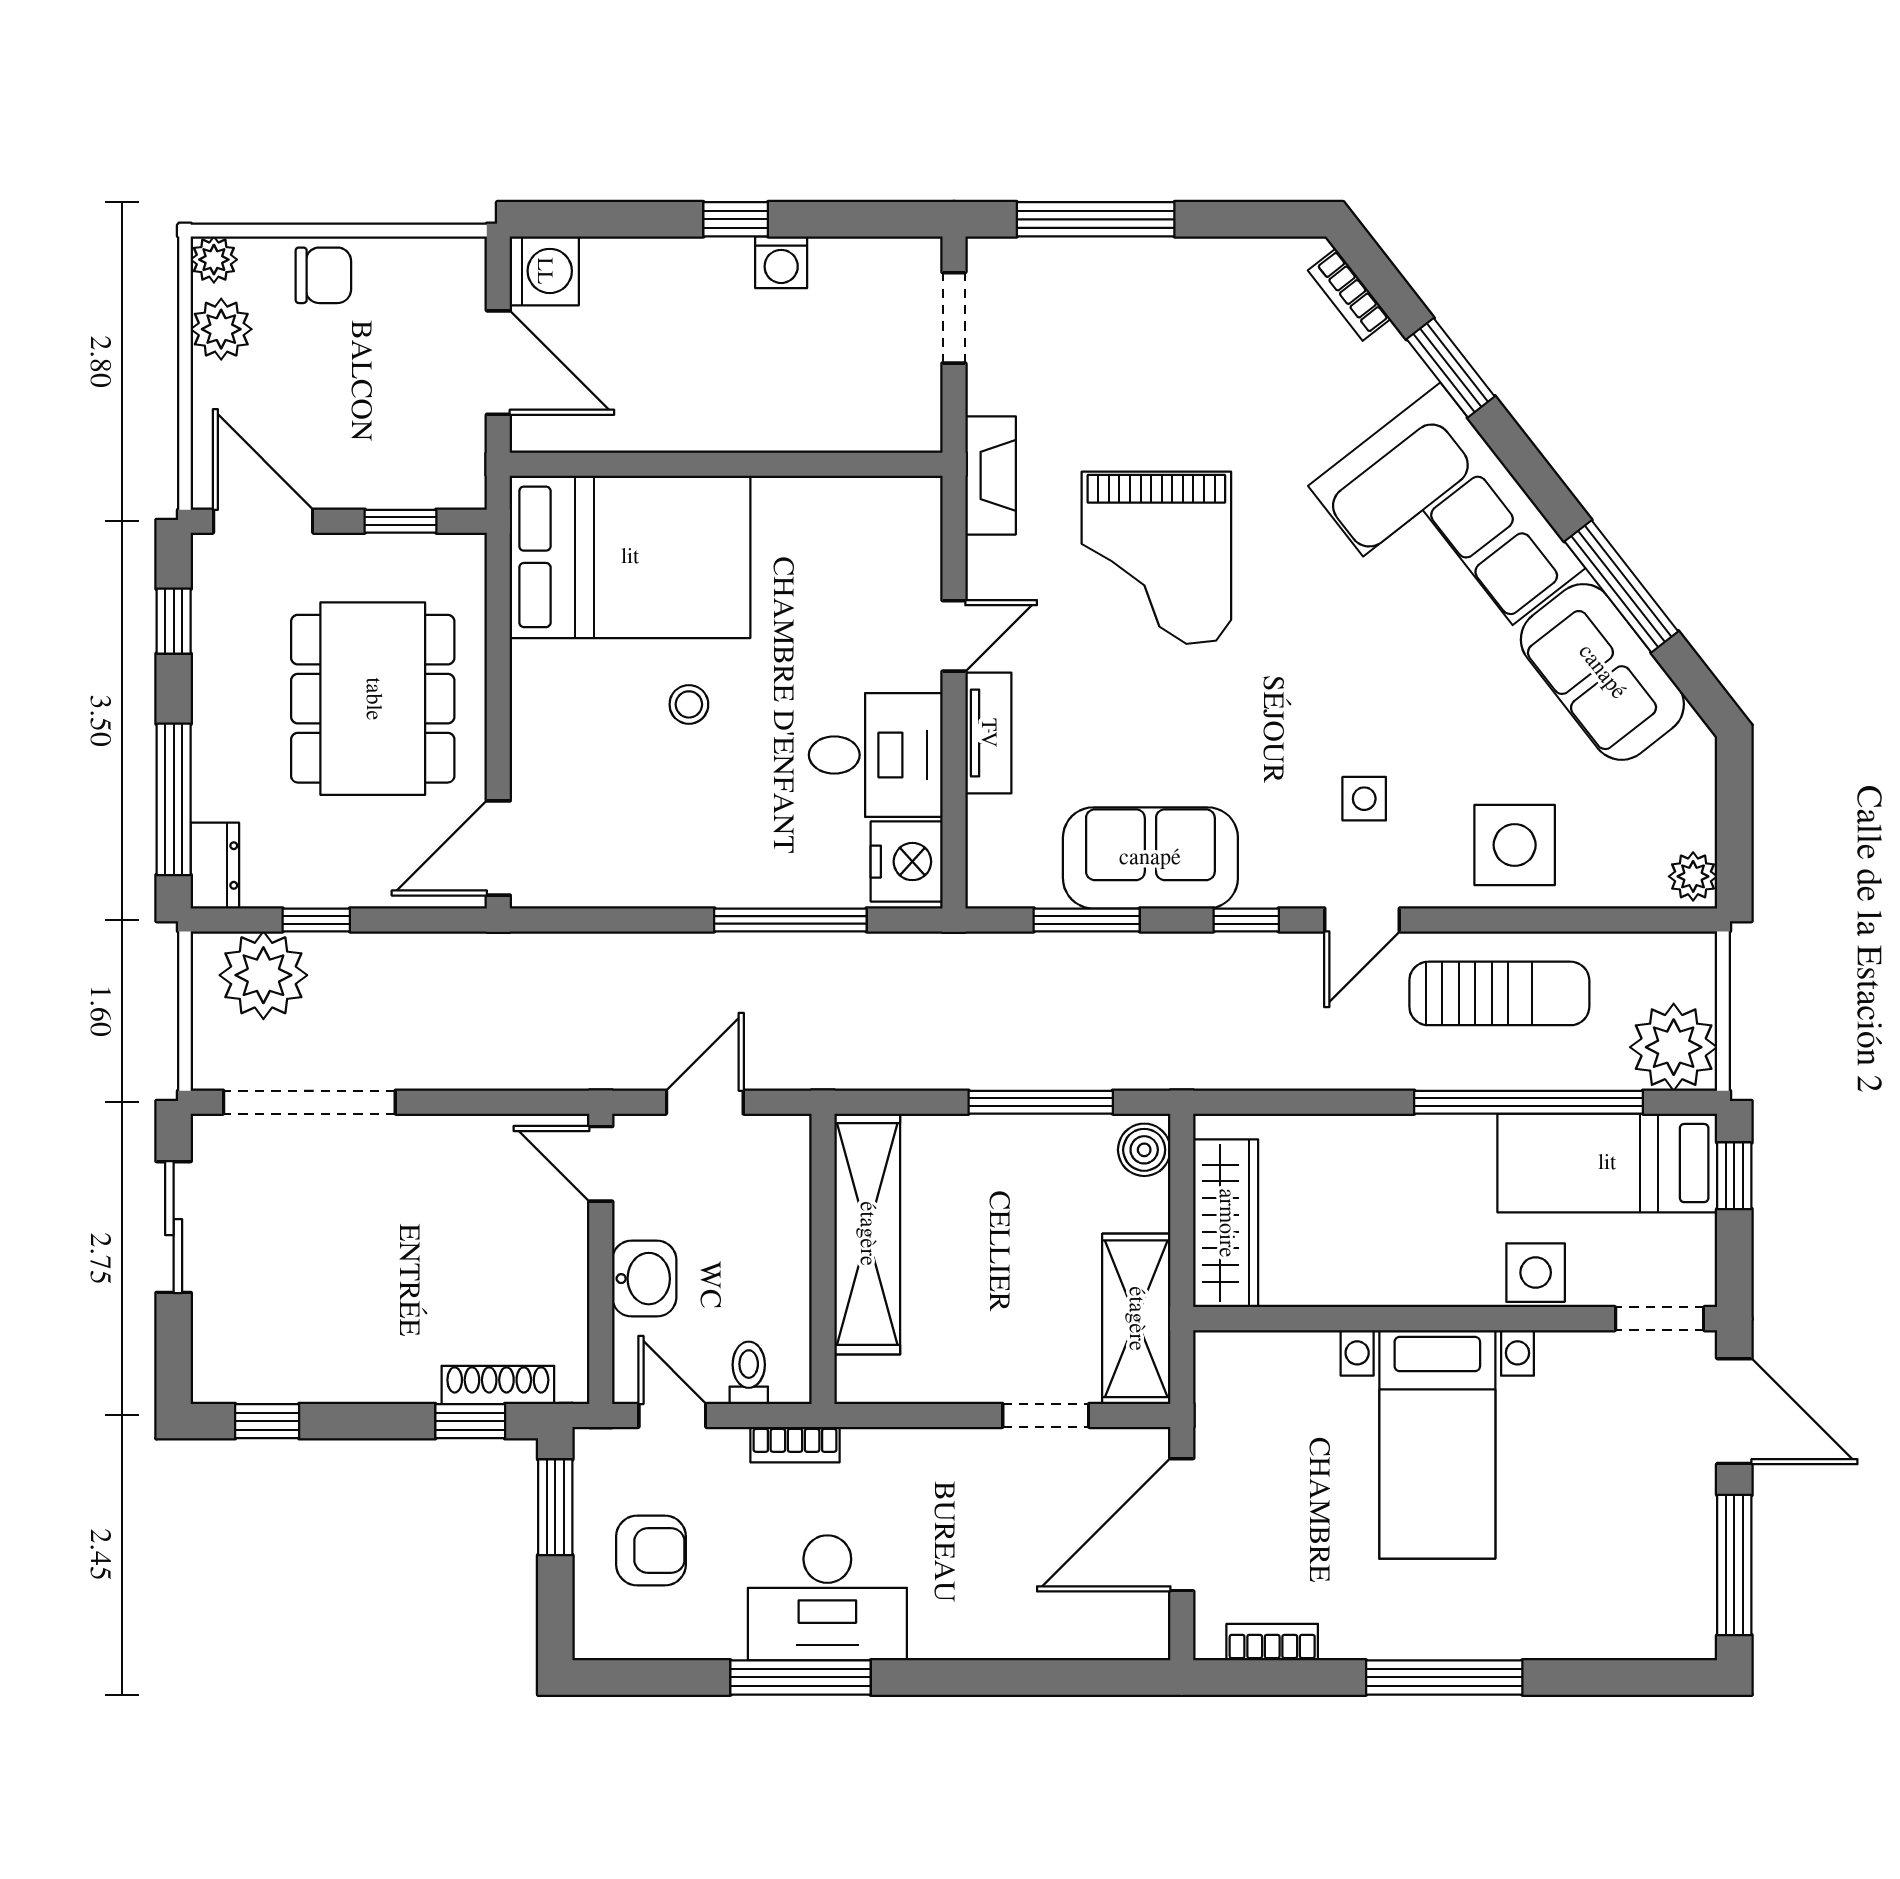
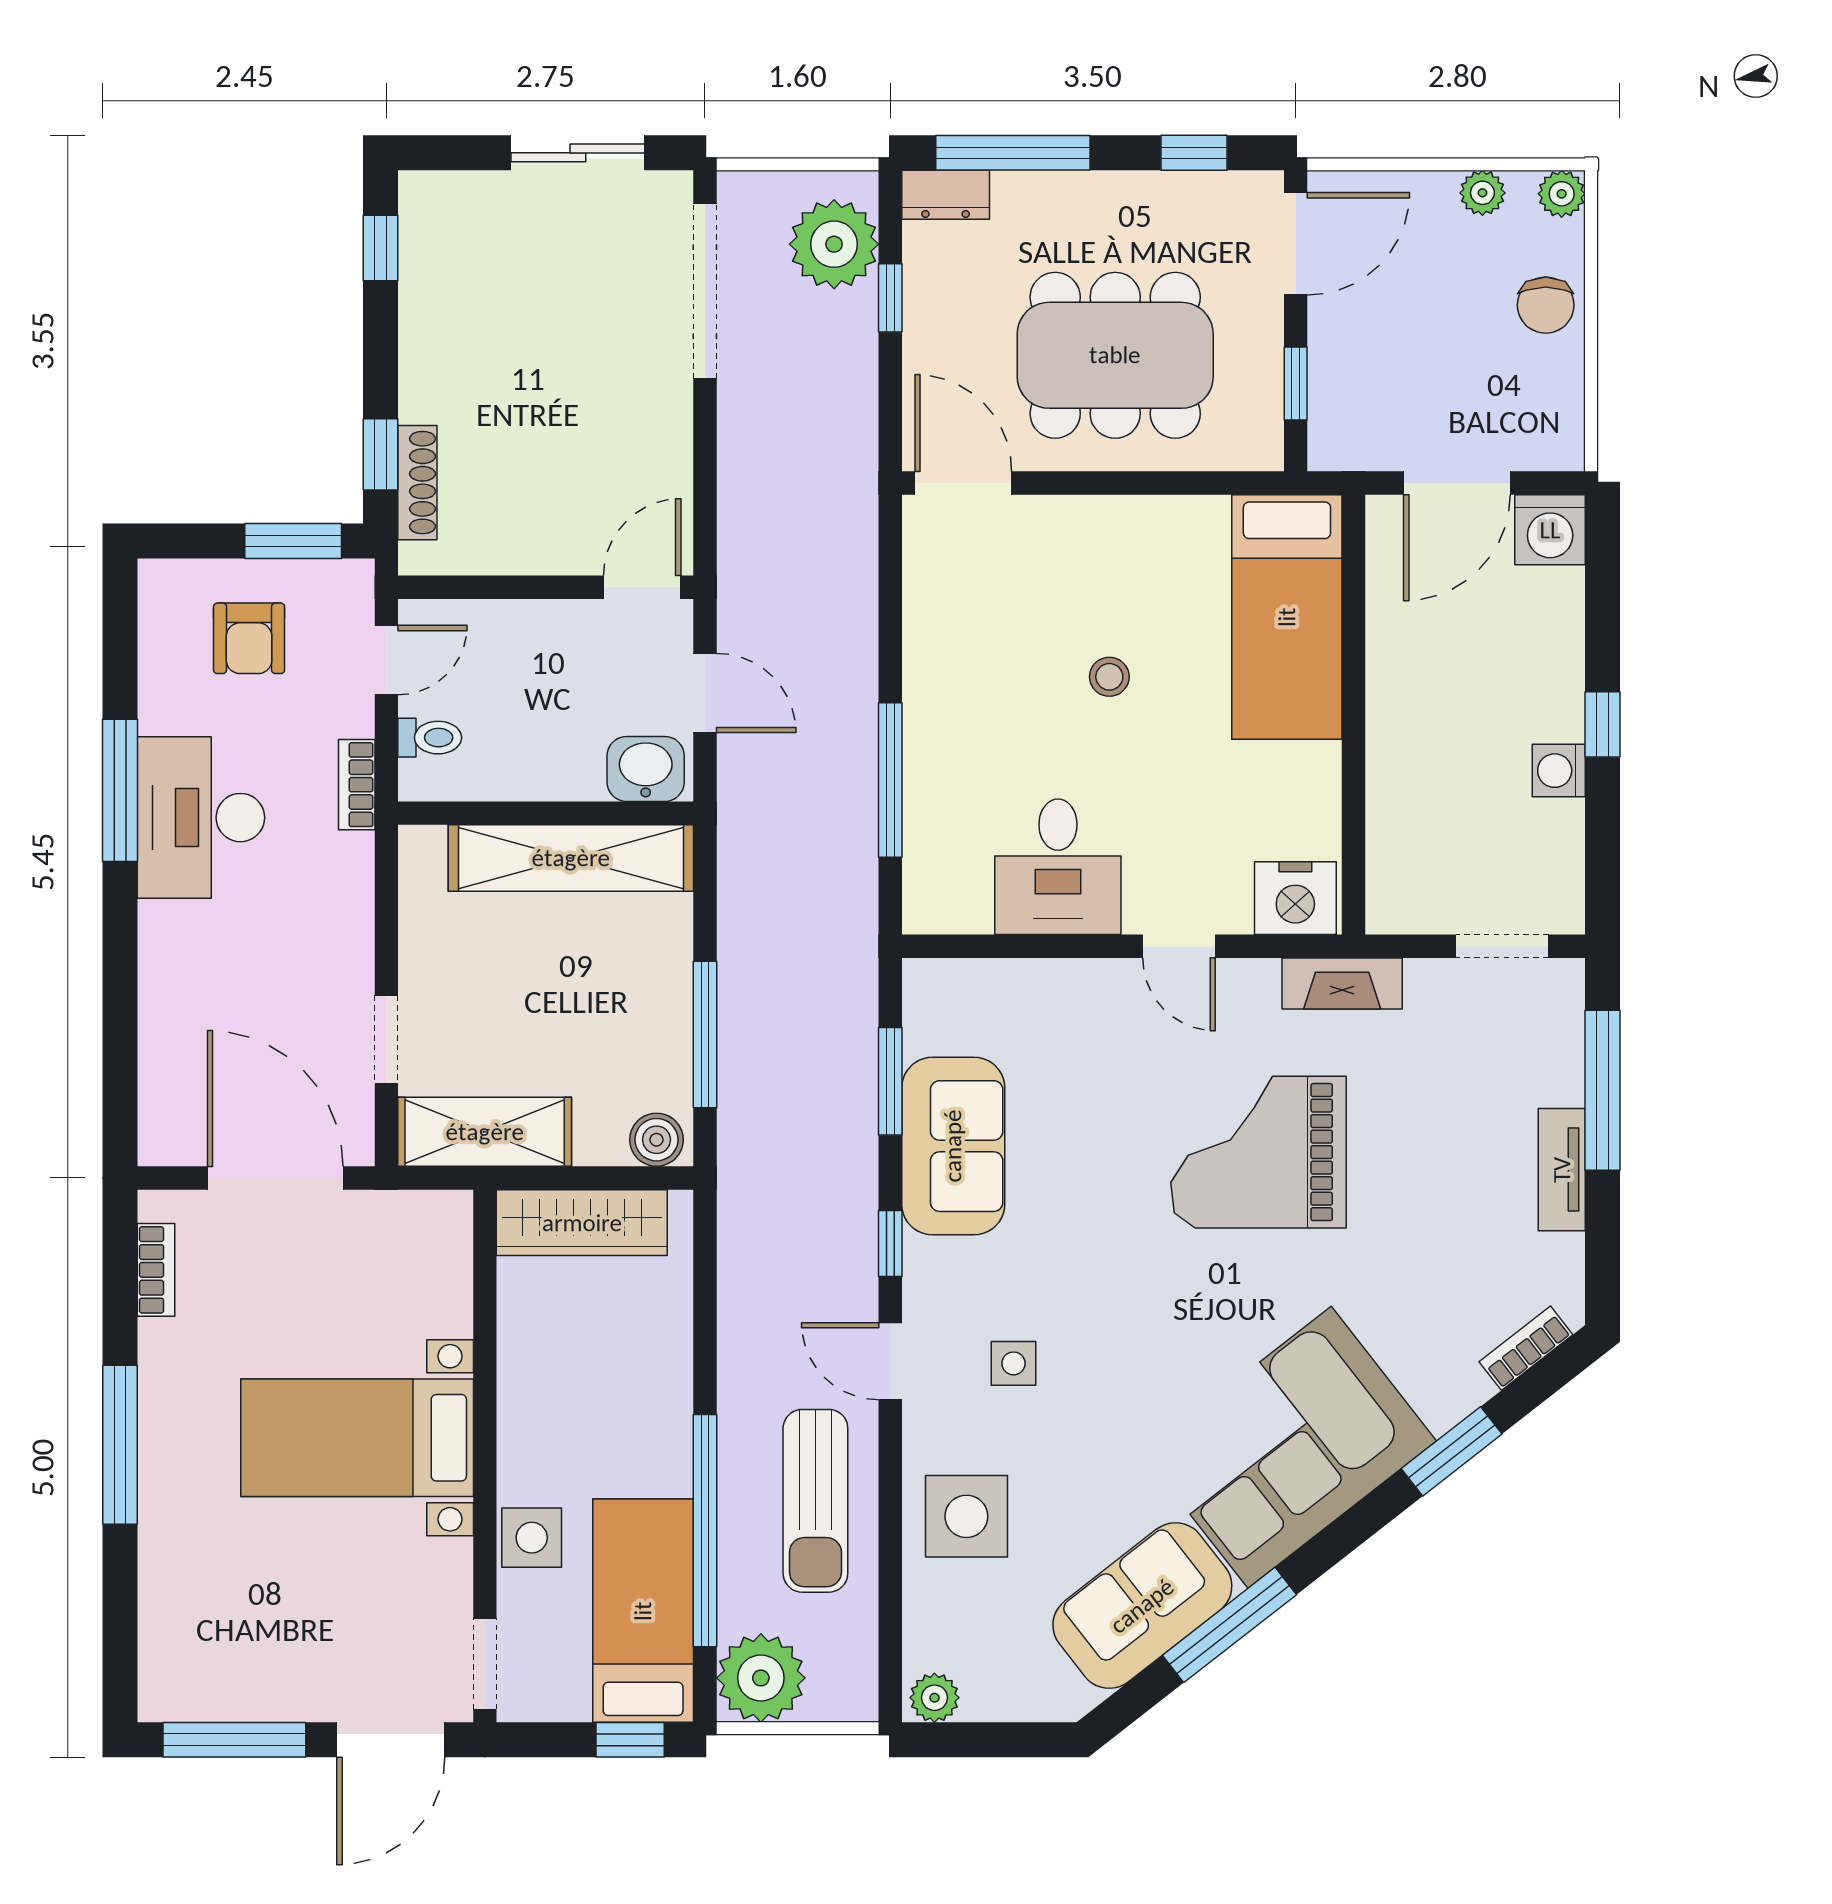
plant: (221, 329) -> (1482, 193), width x0.73, depth x0.73
bed: (630, 557) -> (1287, 617), width x0.67
tv unit: (988, 733) -> (1562, 1170), moved, turned 90
nightstand: (907, 862) -> (1295, 898), moved
washbasin: (644, 1279) -> (646, 769), moved, turned 180

